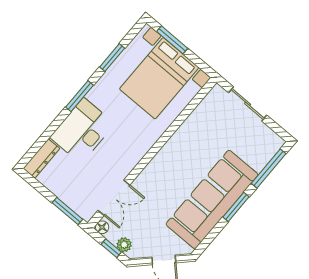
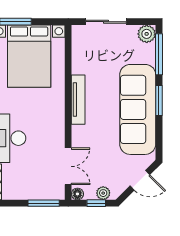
plant: (273, 143) -> (147, 34), added
tv unit: (169, 149) -> (78, 100), added

